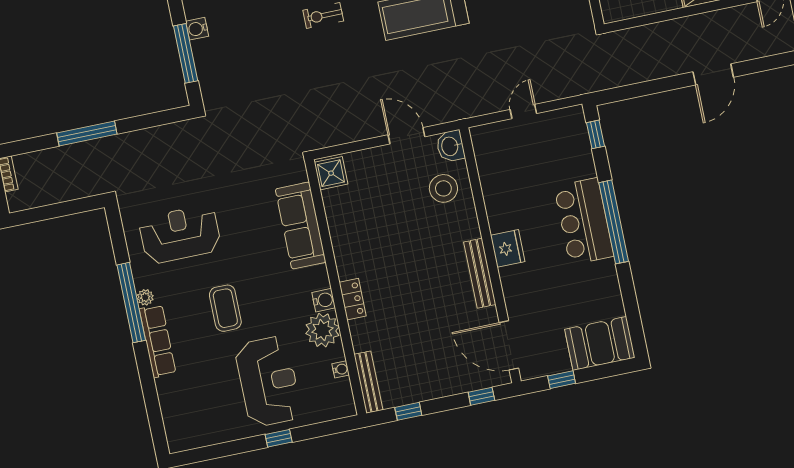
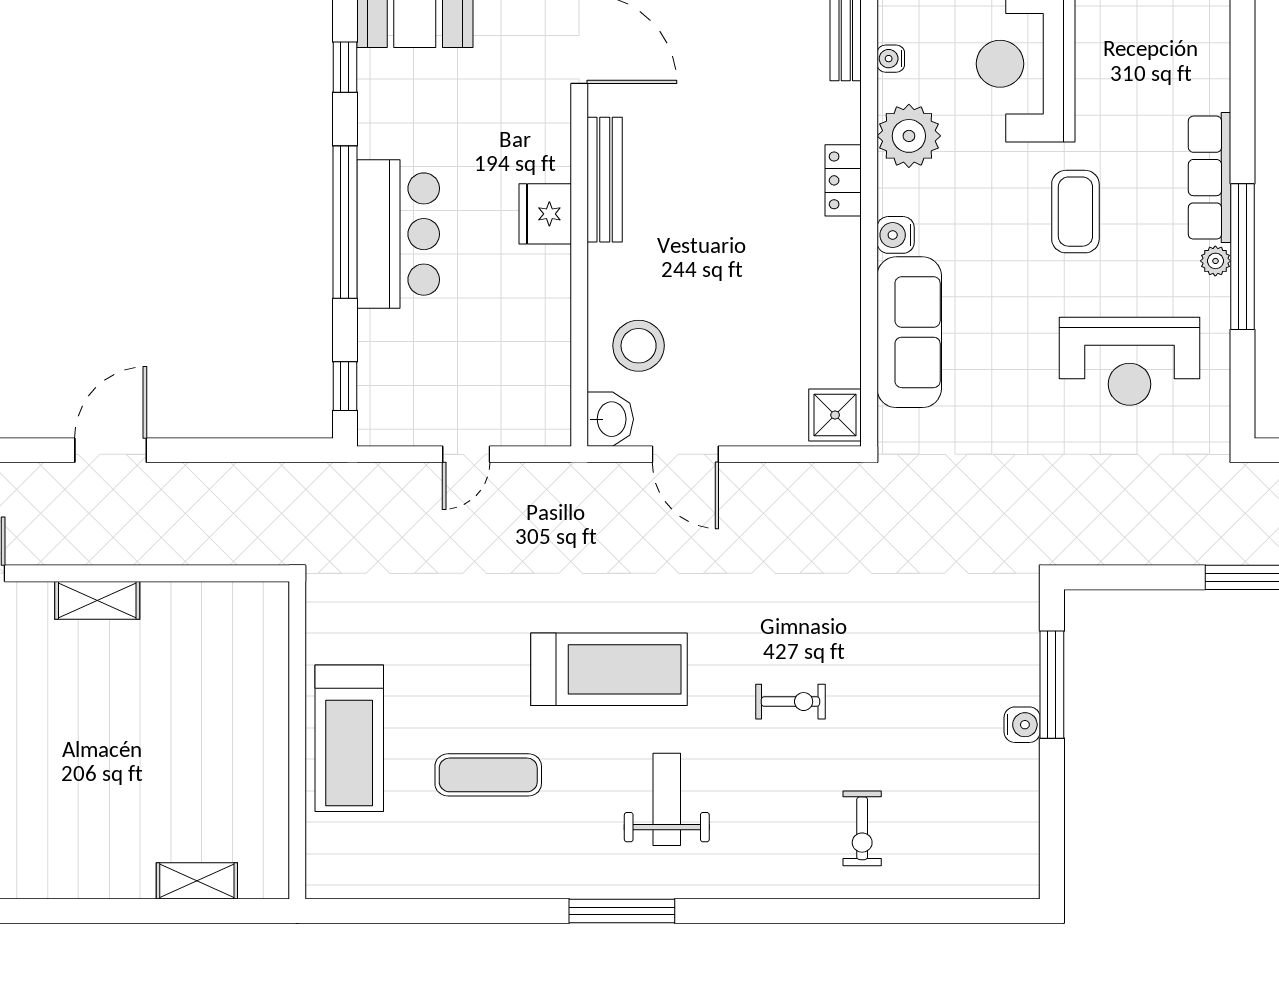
water cooler: (324, 300) -> (896, 235), moved
window: (631, 305) -> (345, 67), added

